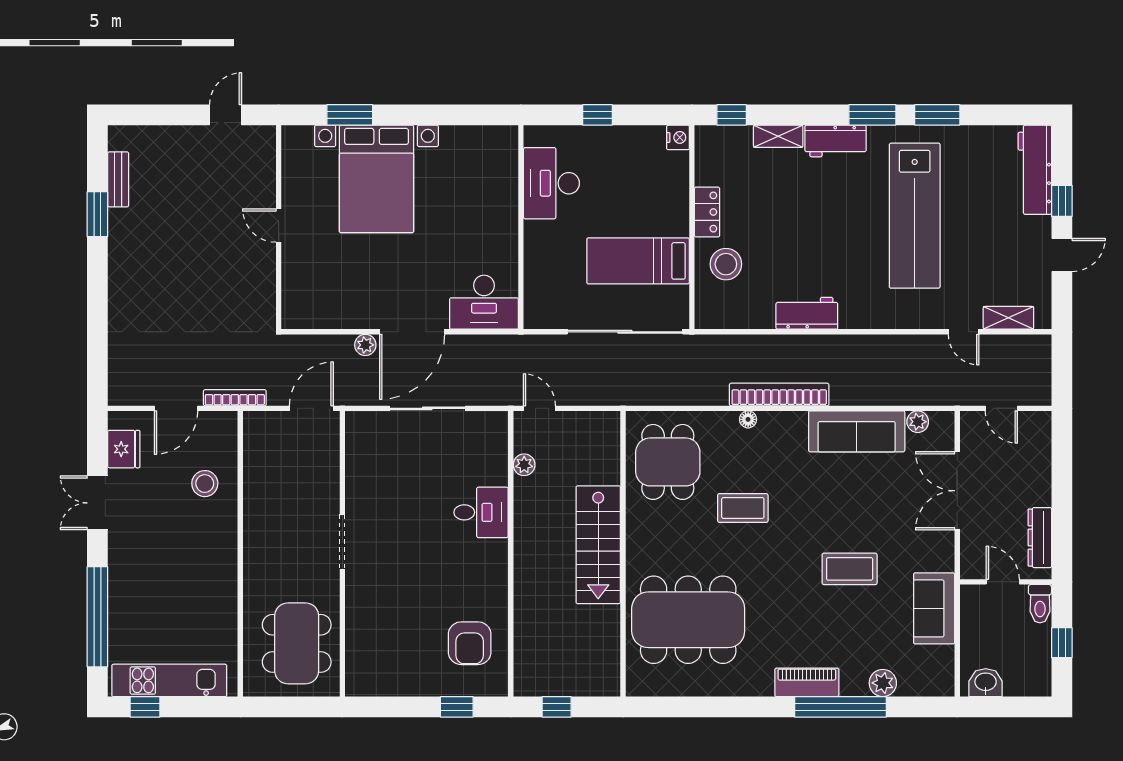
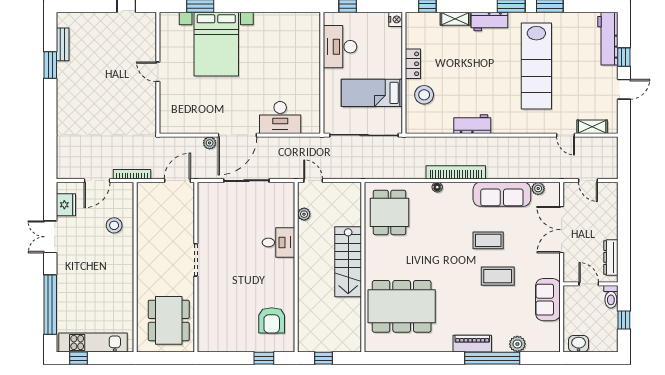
desk: (551, 183) -> (340, 47), moved
wall: (521, 227) -> (322, 73), moved
coffee table: (743, 508) -> (488, 240), moved

